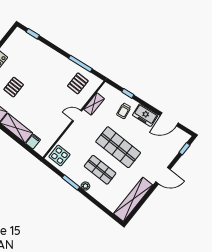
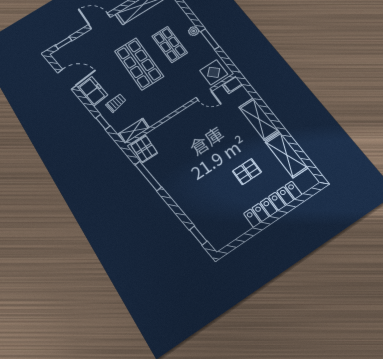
pallet: (78, 83) -> (144, 149), moved, turned 90
shelving: (94, 104) -> (134, 131), moved
door: (77, 116) -> (204, 94), moved
filing cabinet: (33, 142) -> (232, 85), moved

